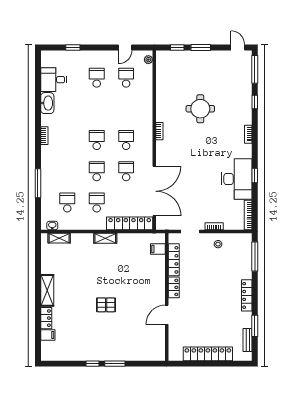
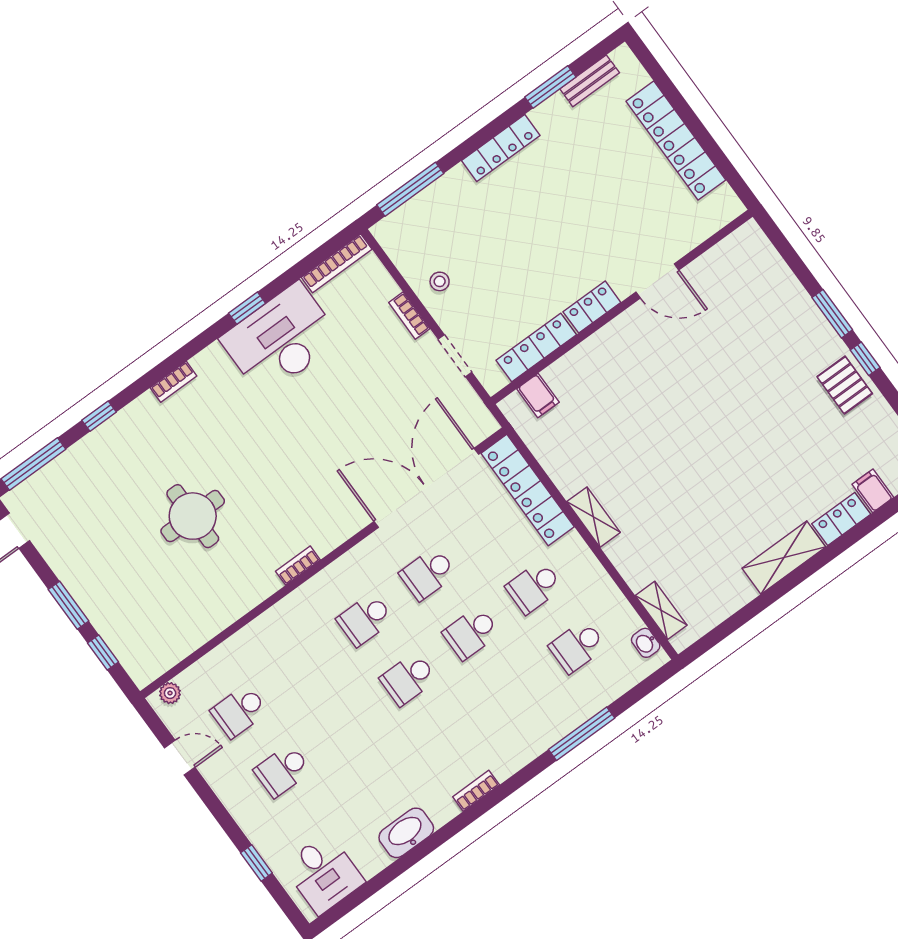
desk: (54, 80) -> (323, 874), moved
pallet: (106, 305) -> (845, 385), moved

